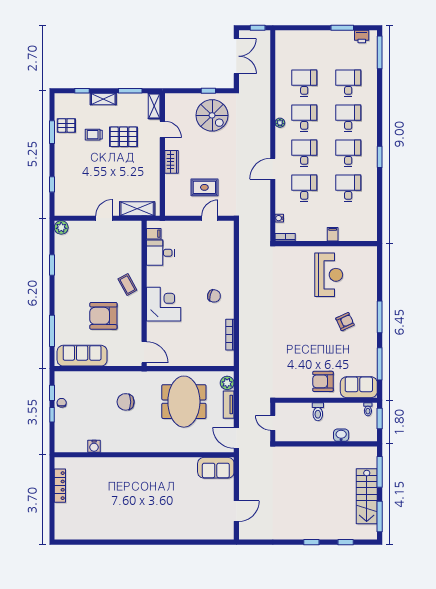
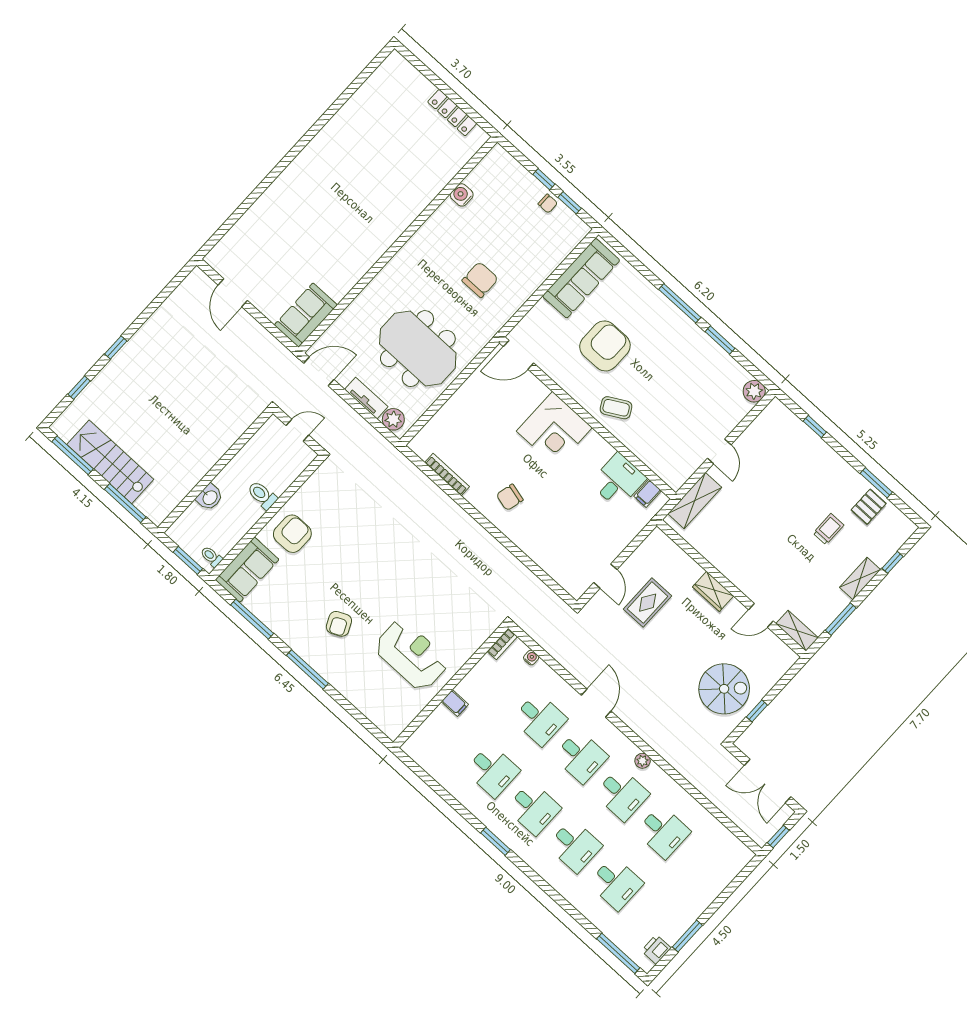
spiral stairs: (212, 115) -> (724, 689), turned 180
pallet: (123, 137) -> (794, 562), removed
reception desk: (329, 275) -> (411, 655), turned 180
window: (52, 331) -> (680, 303), moved

